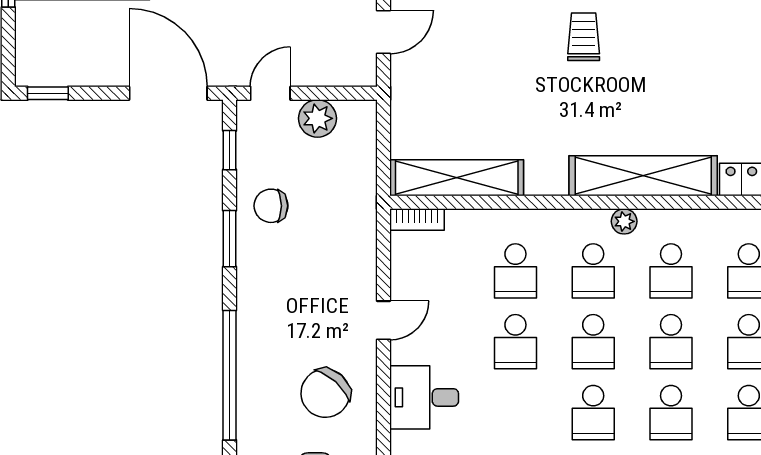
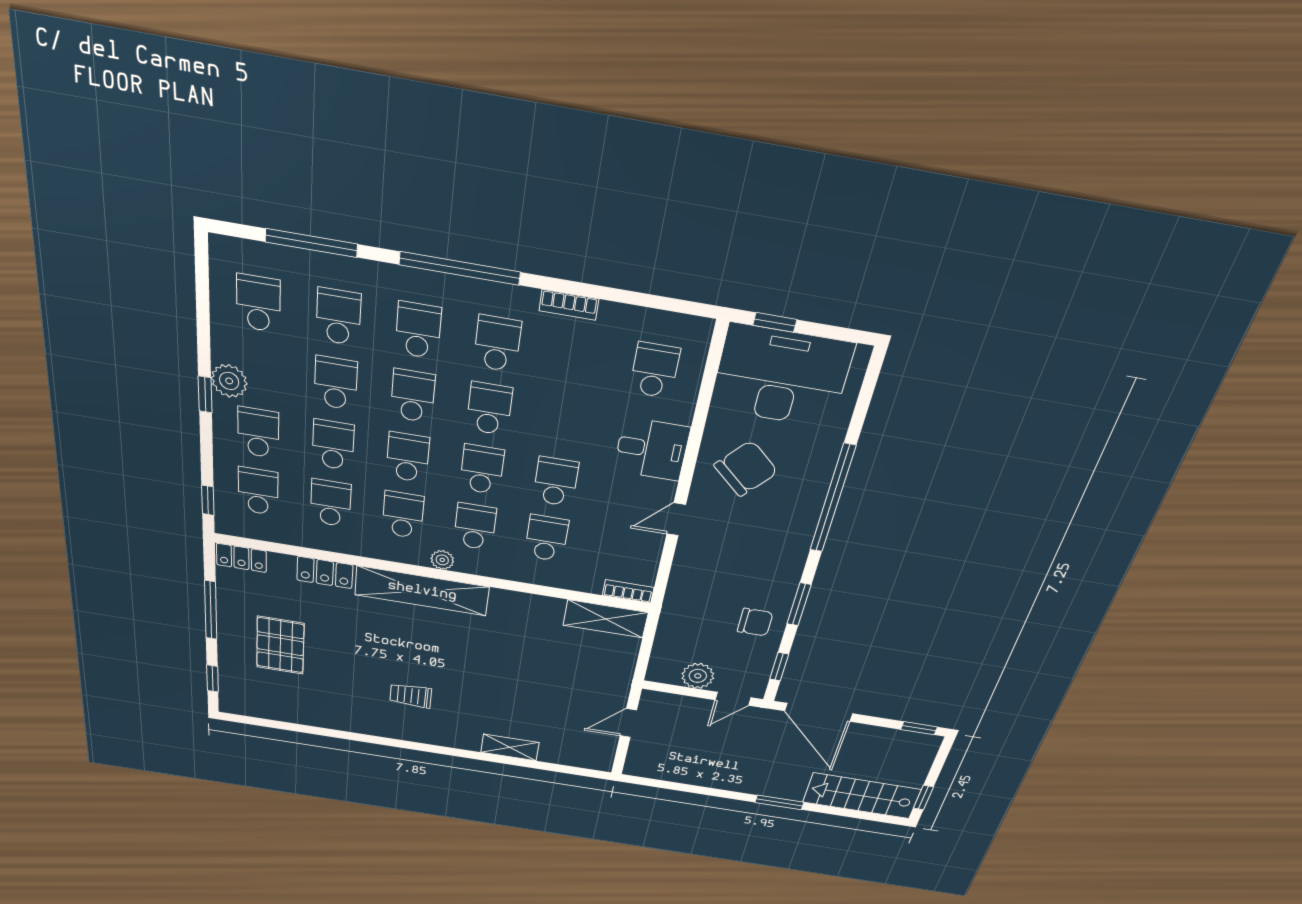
trolley: (584, 37) -> (411, 696), moved, turned 90
shelving: (457, 178) -> (605, 619), width x0.68

